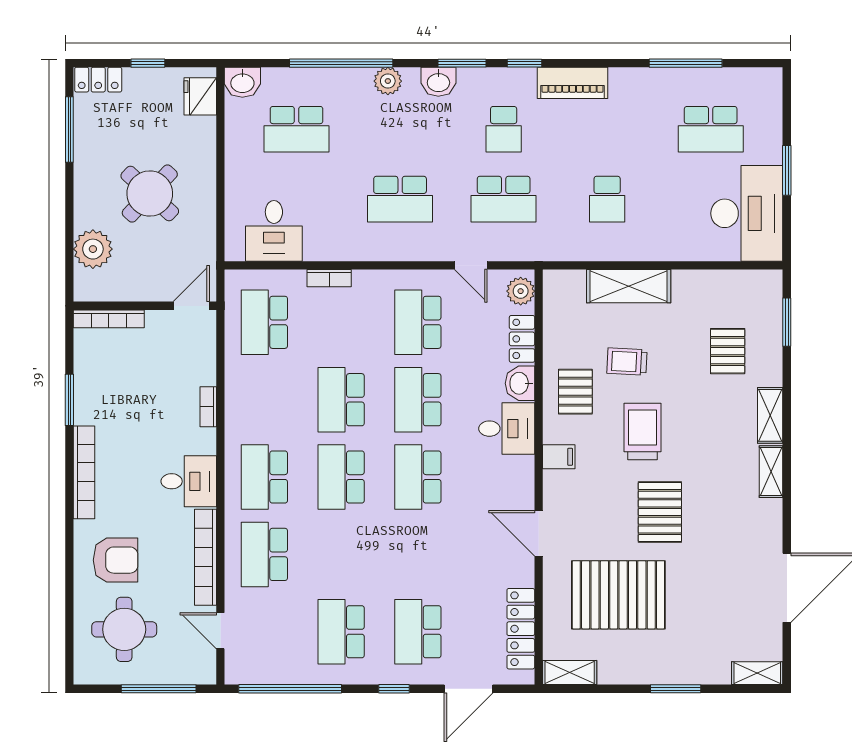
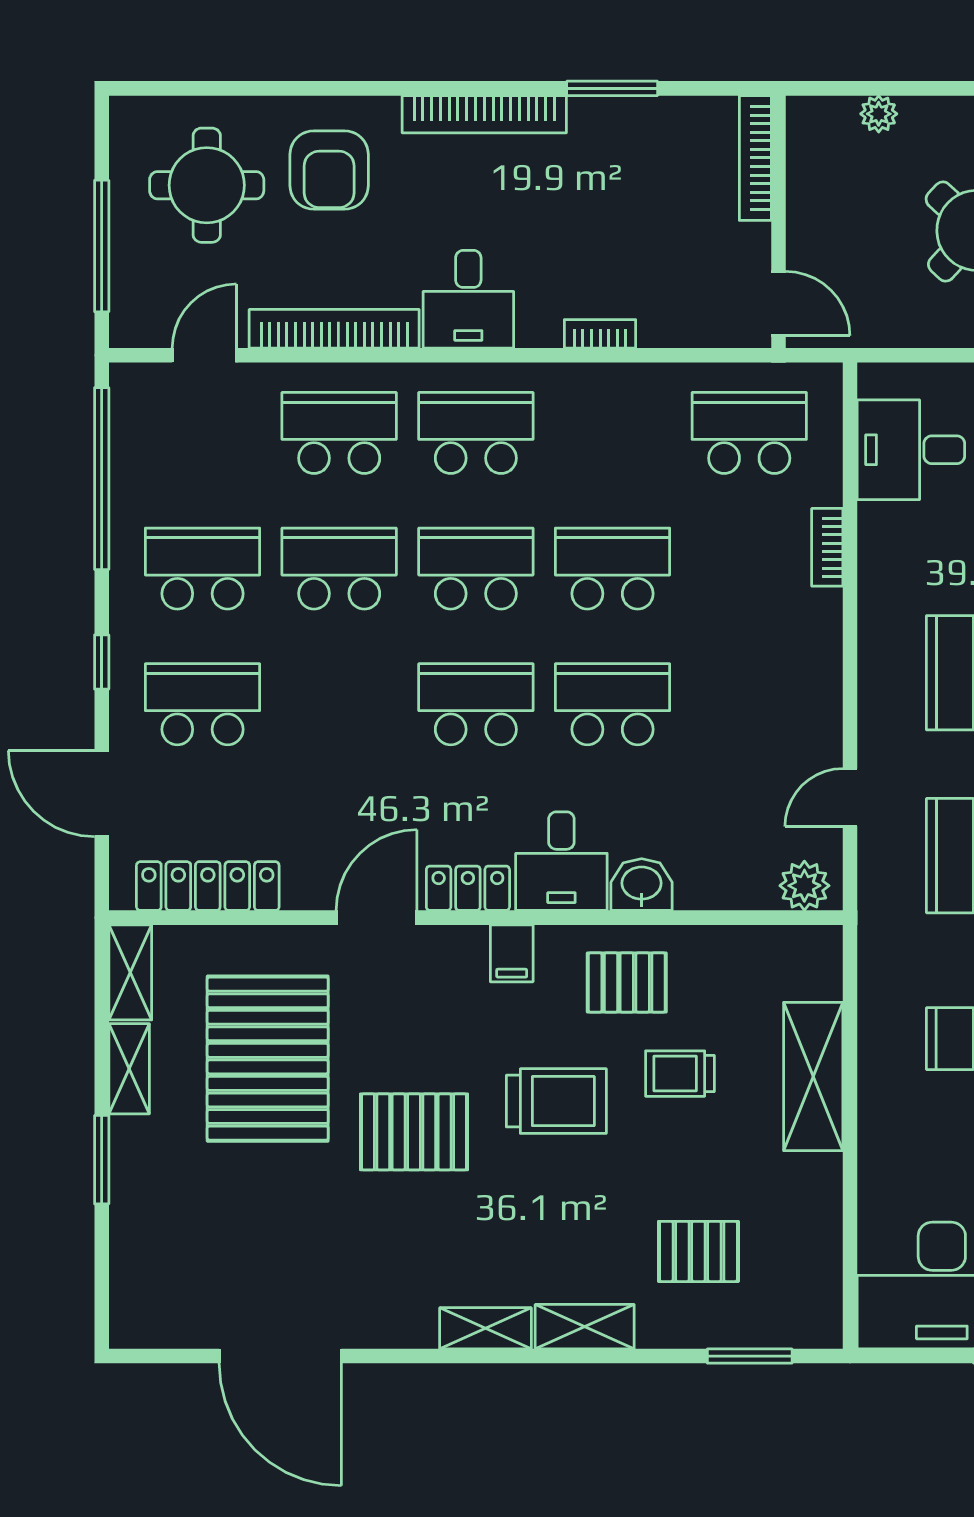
plant: (93, 249) -> (879, 114), width x0.53, depth x0.53
school desk: (418, 322) -> (339, 569), moved
locker: (522, 339) -> (468, 888), moved
trolley: (627, 362) -> (680, 1074), turned -93
shelving: (757, 673) -> (129, 1069), moved

